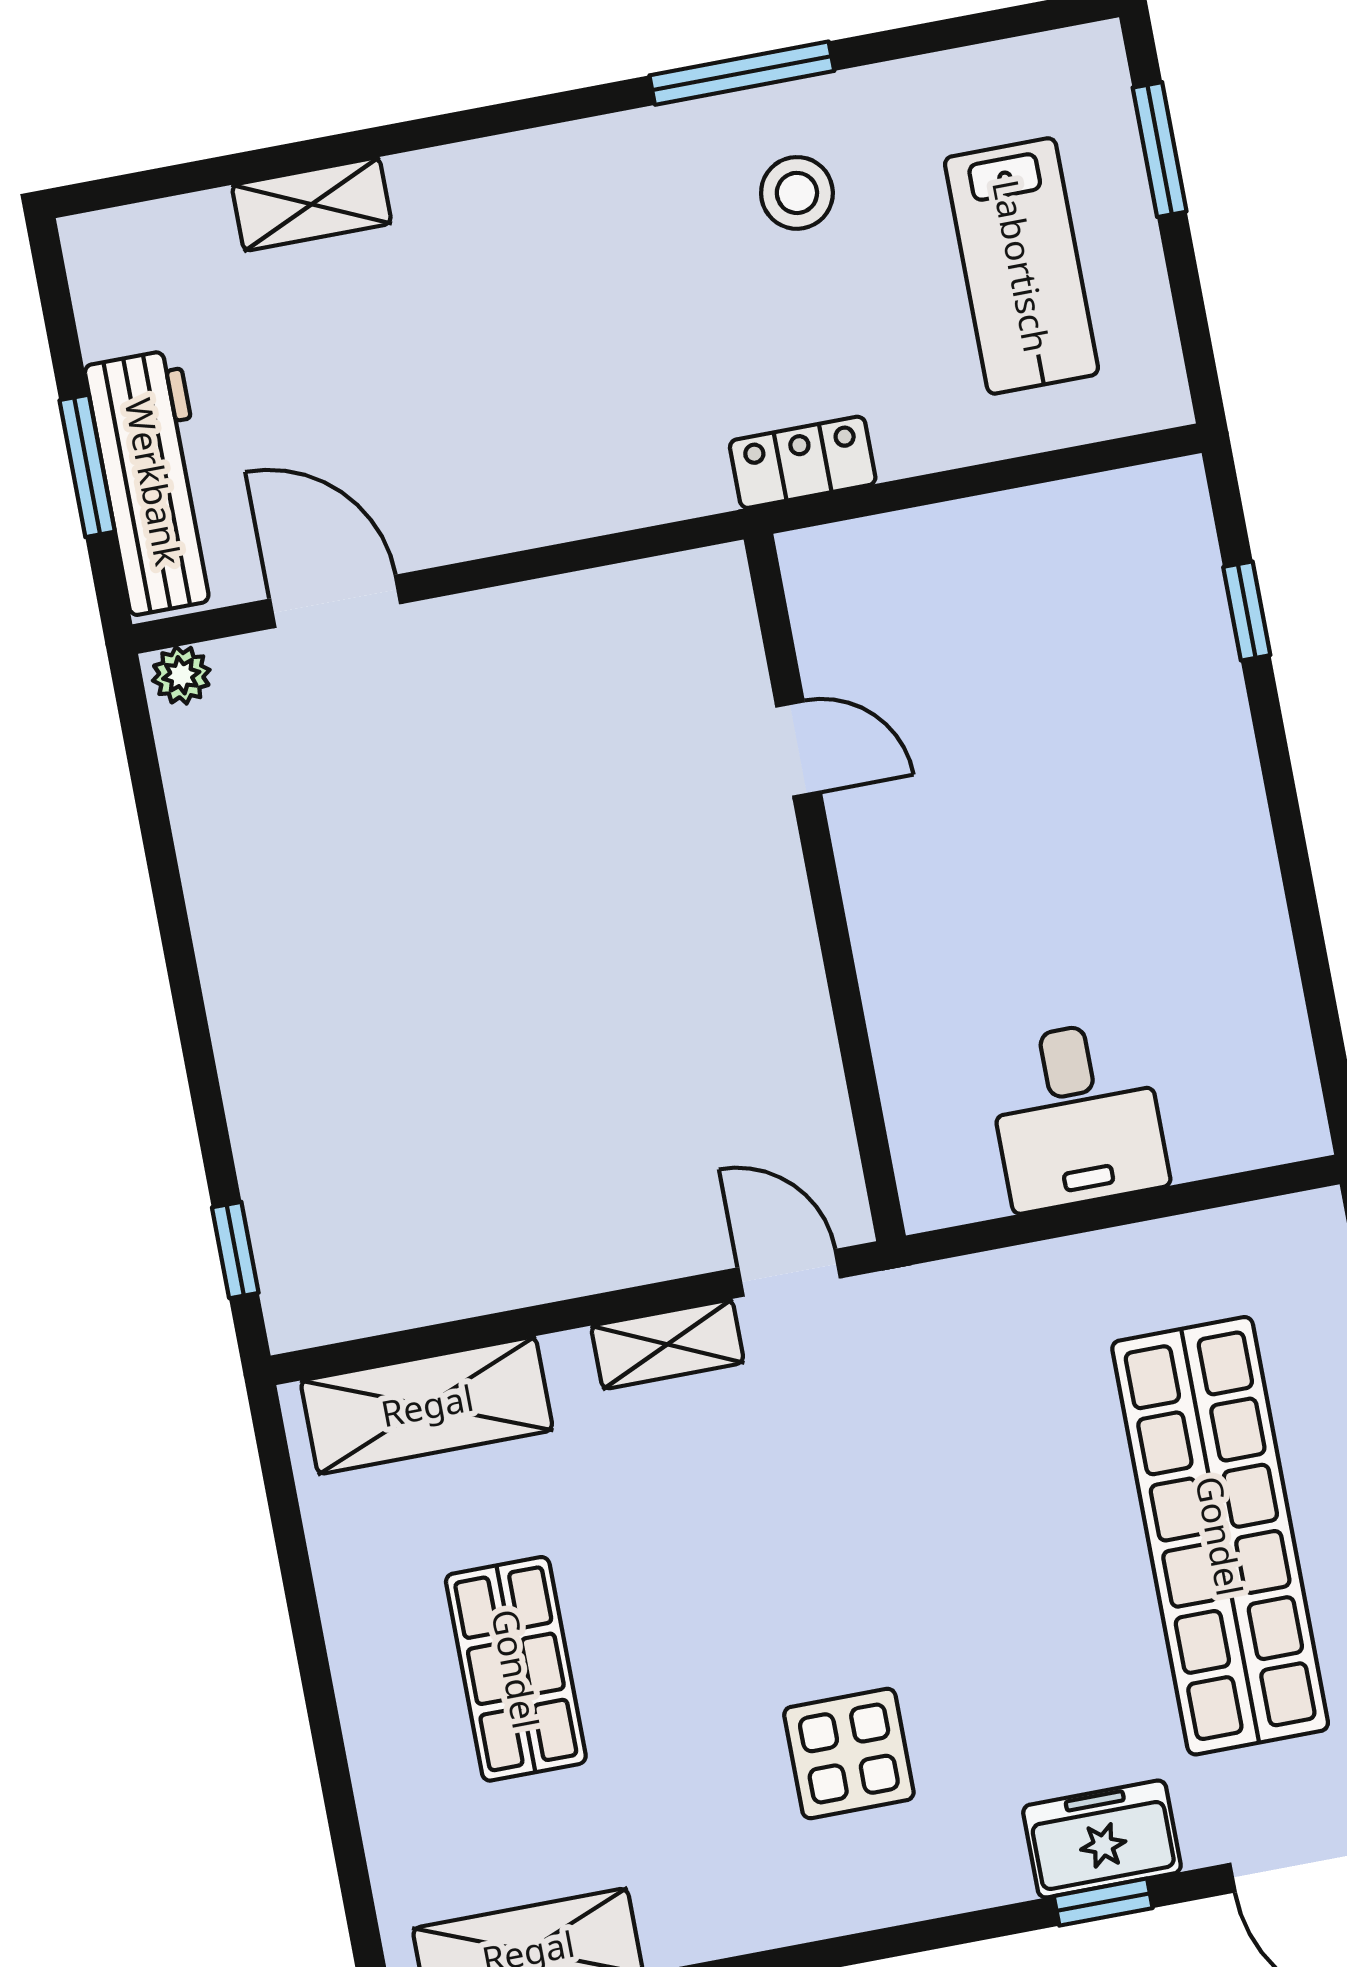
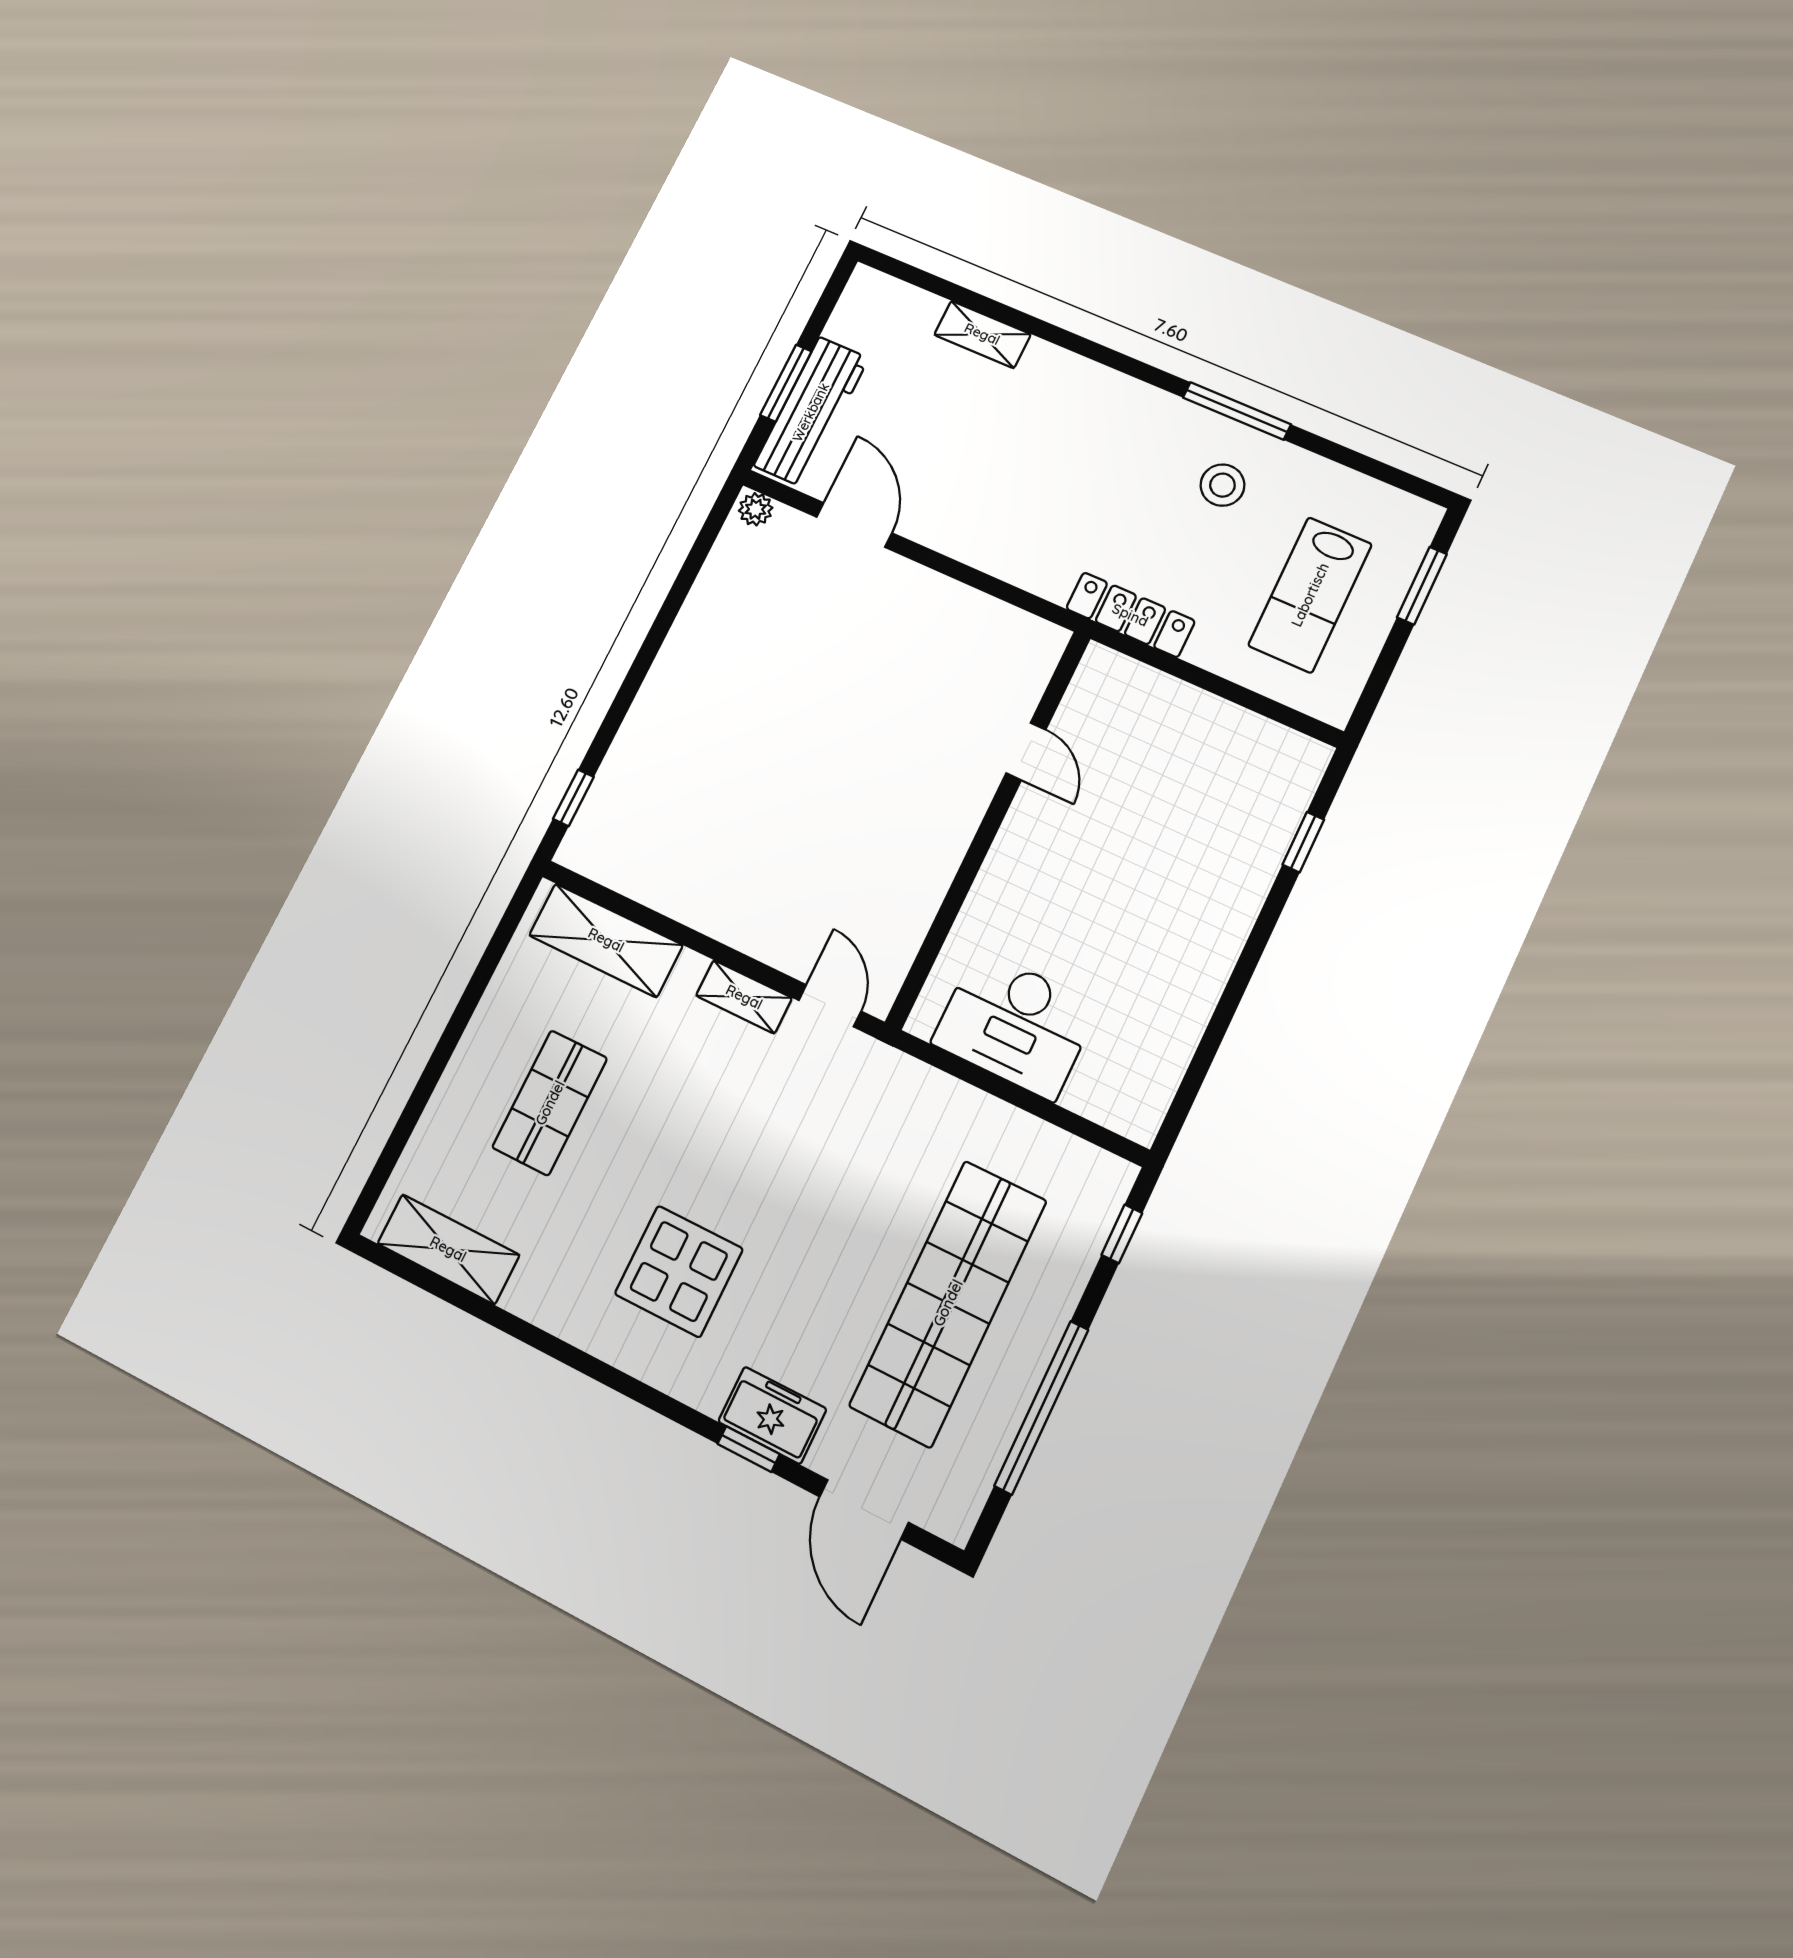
locker: (803, 462) -> (1130, 615), width x1.53
desk: (1077, 1115) -> (1015, 1024), width x1.37
display table: (849, 1753) -> (679, 1271), width x1.36, depth x1.36

